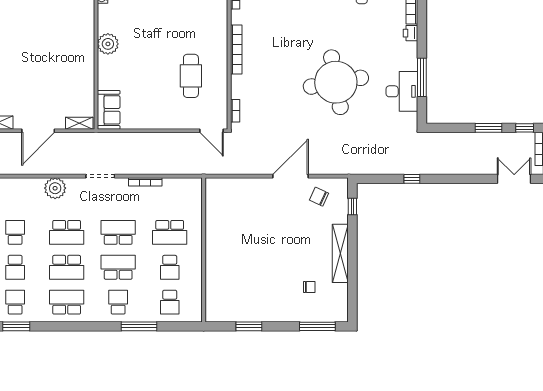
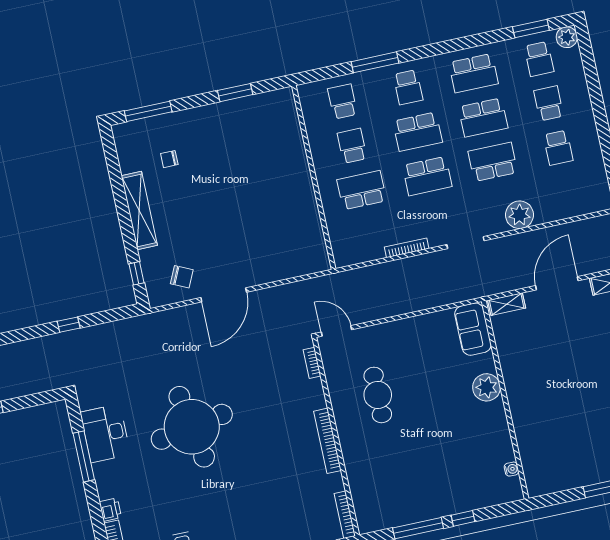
plant: (108, 44) -> (487, 387), moved
school desk: (67, 267) -> (483, 118), turned 180

